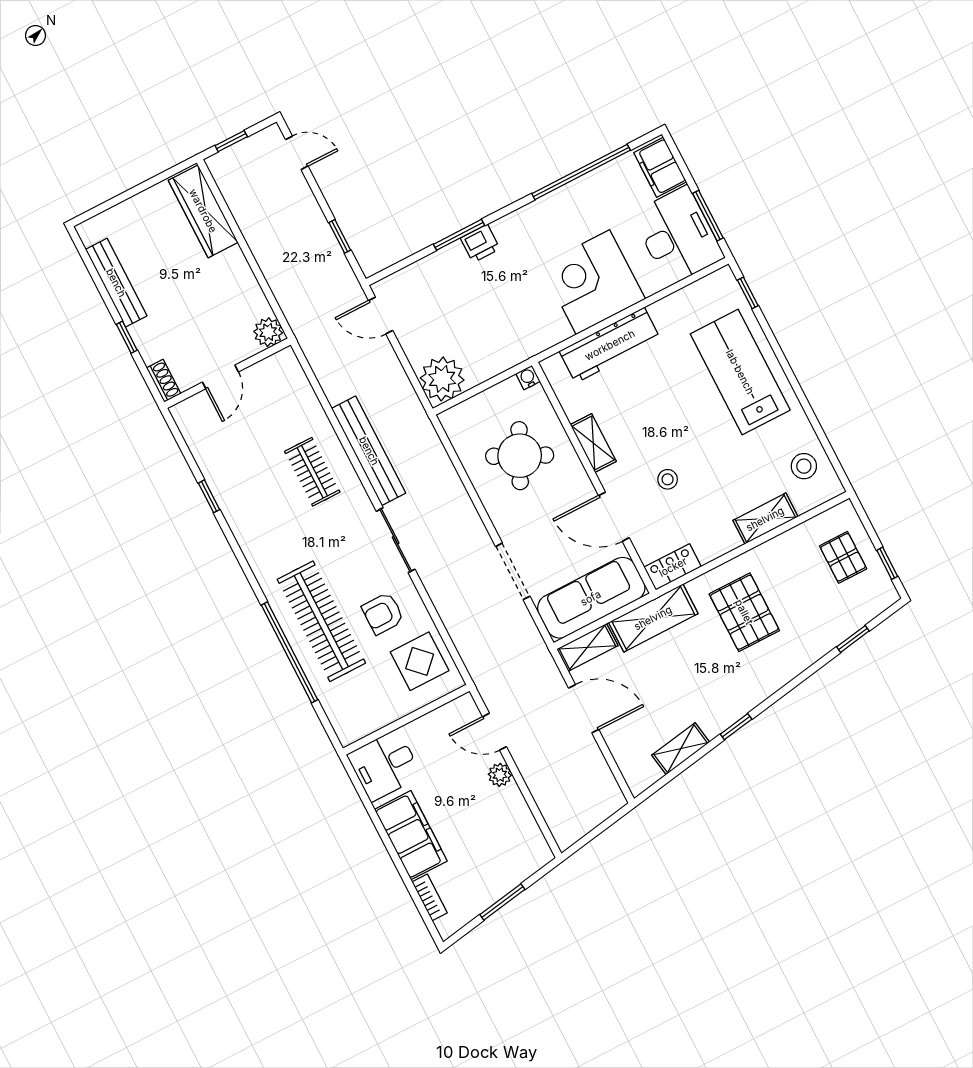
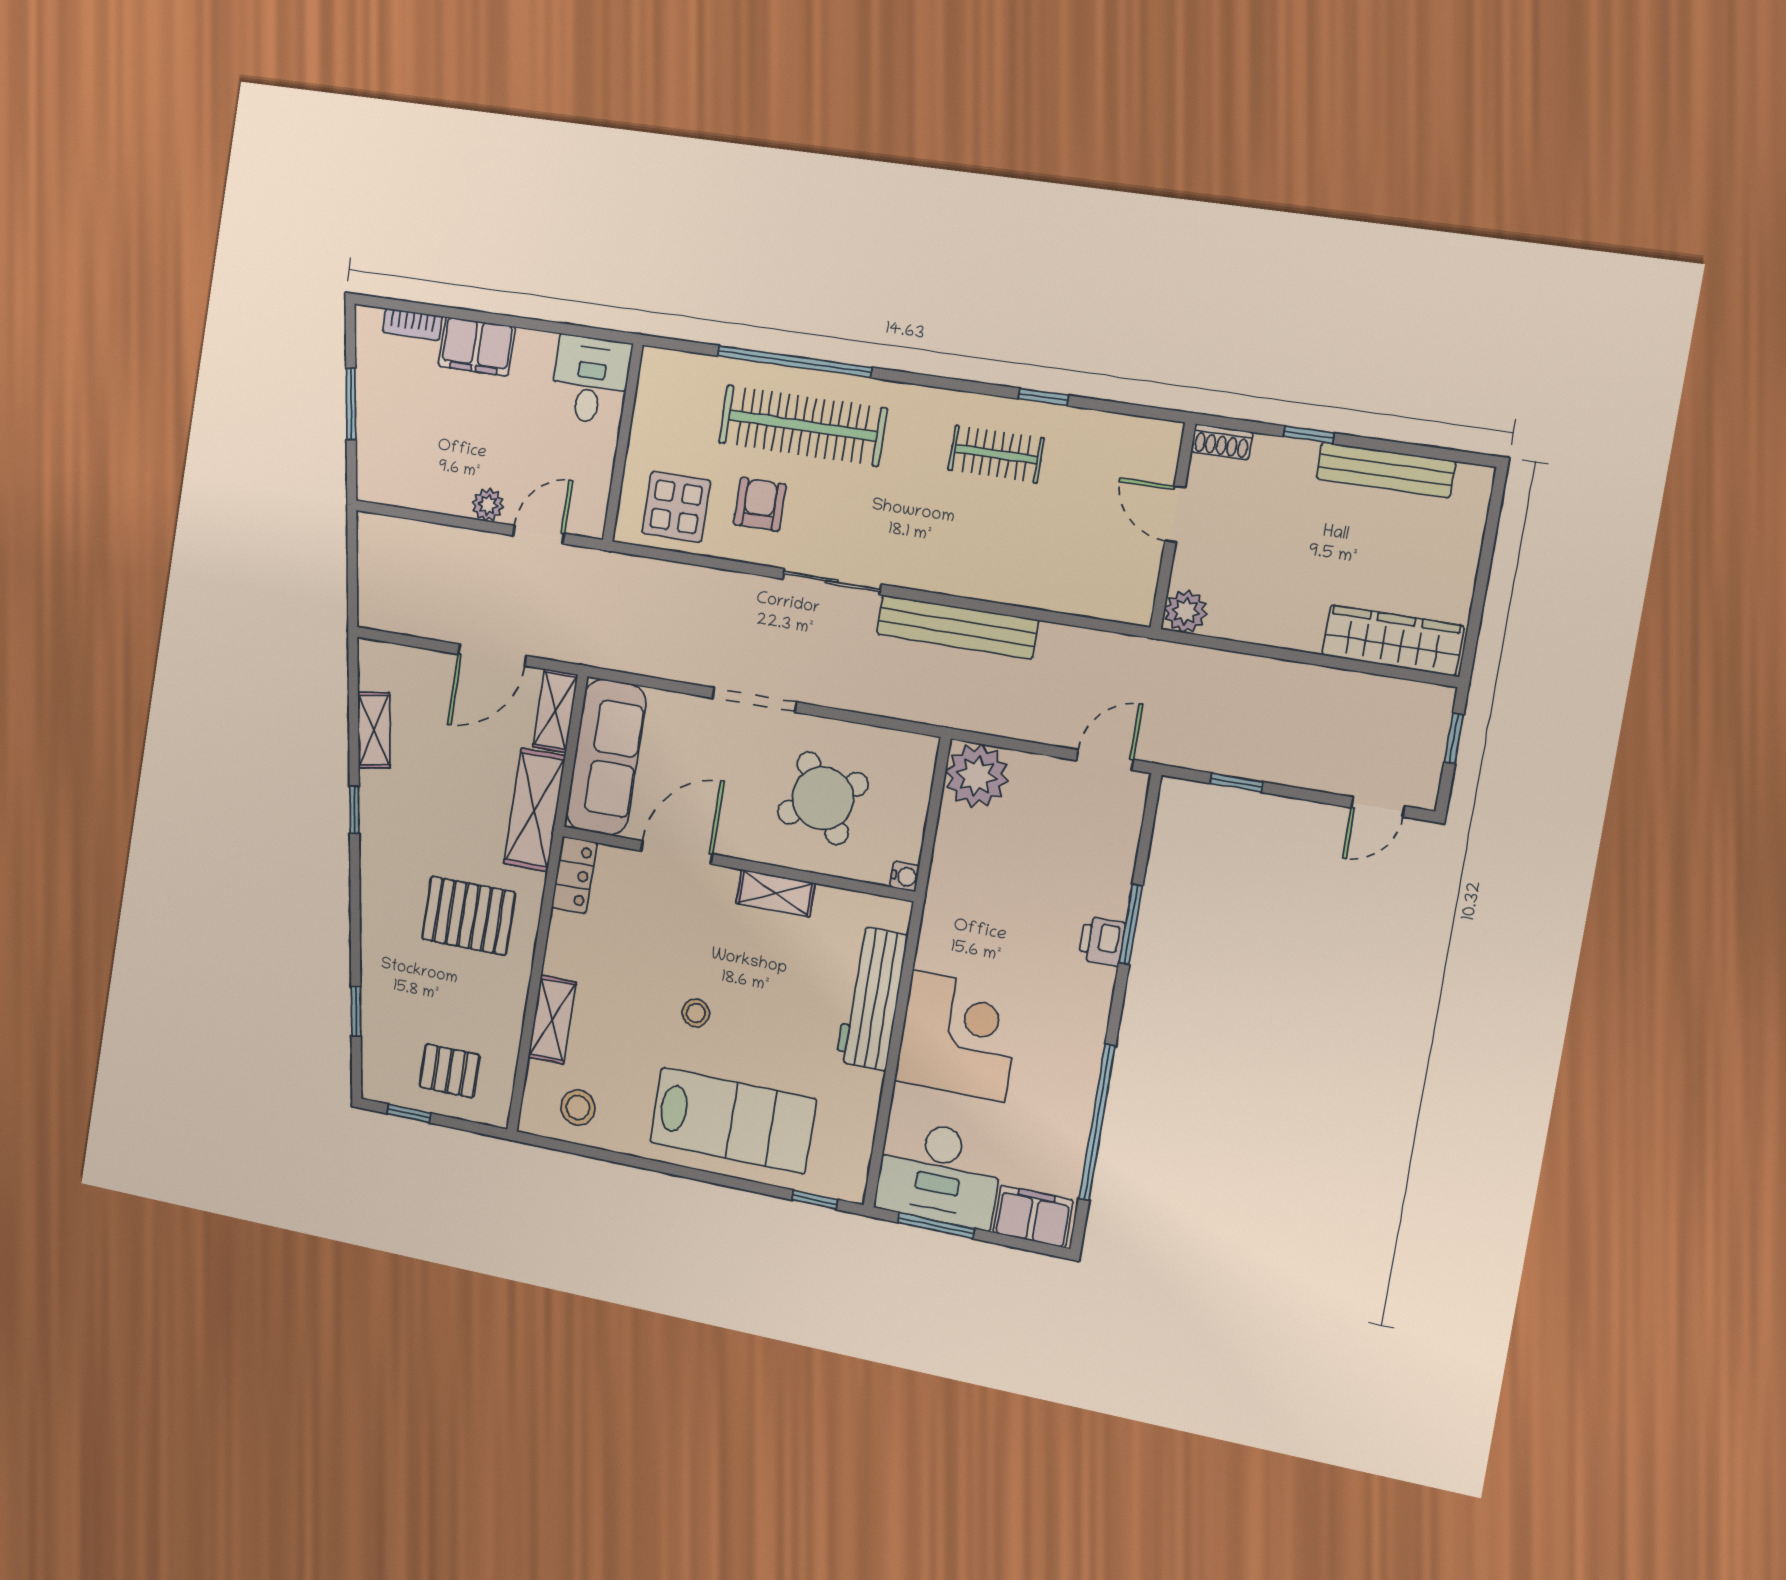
round table: (520, 456) -> (823, 798), turned 32
clothes rail: (312, 472) -> (996, 454), moved
stool: (668, 479) -> (696, 1013), moved
doorway: (513, 571) -> (754, 700), moved
filing cabinet: (411, 835) -> (477, 346), width x0.67, depth x0.86

